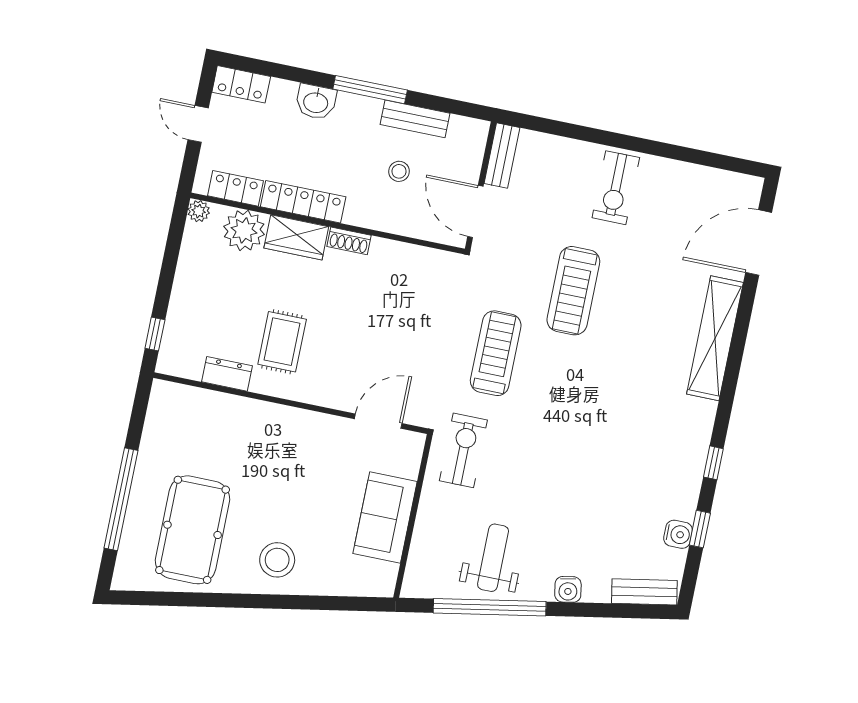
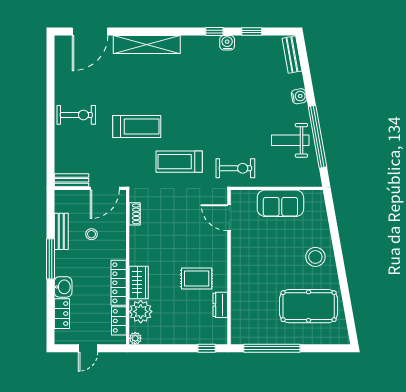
locker: (241, 84) -> (62, 314), moved
shoe rack: (349, 241) -> (135, 214), moved
door: (759, 243) -> (90, 32), hinge flipped
exercise bike: (463, 450) -> (235, 168), turned 180
window: (121, 499) -> (272, 348), moved
water cooler: (678, 534) -> (227, 43), moved

